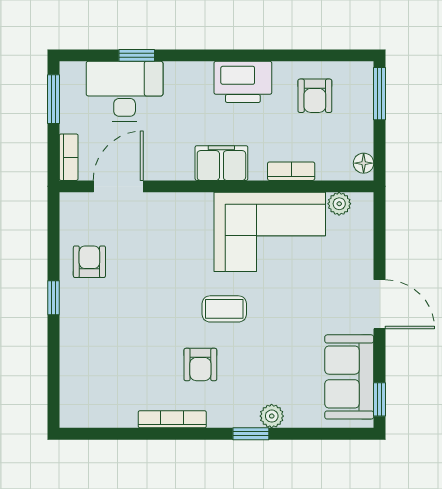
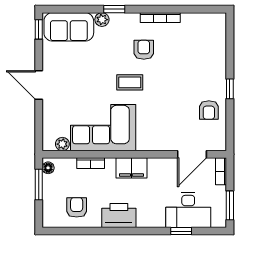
window: (380, 94) -> (39, 185), moved
sofa: (349, 377) -> (69, 27), moved, turned 90

